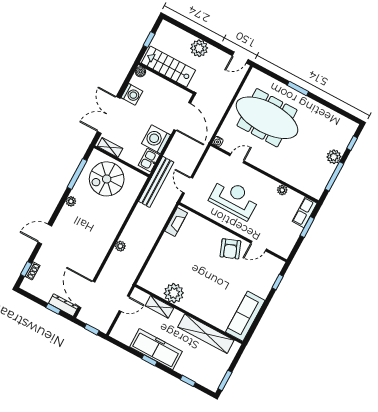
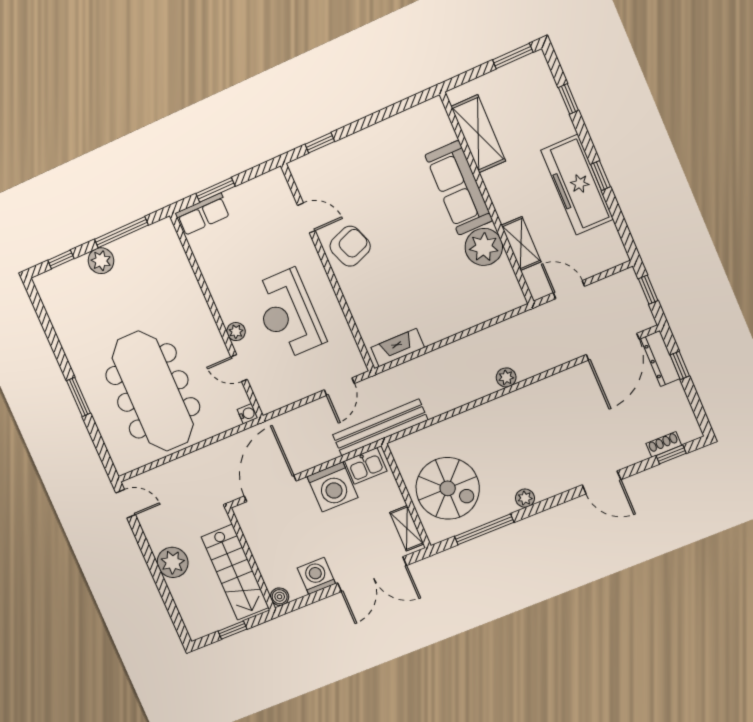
plant: (282, 190) -> (236, 332), moved
sofa: (245, 316) -> (459, 188), moved, turned 90
shelving: (206, 334) -> (478, 134), width x0.68

